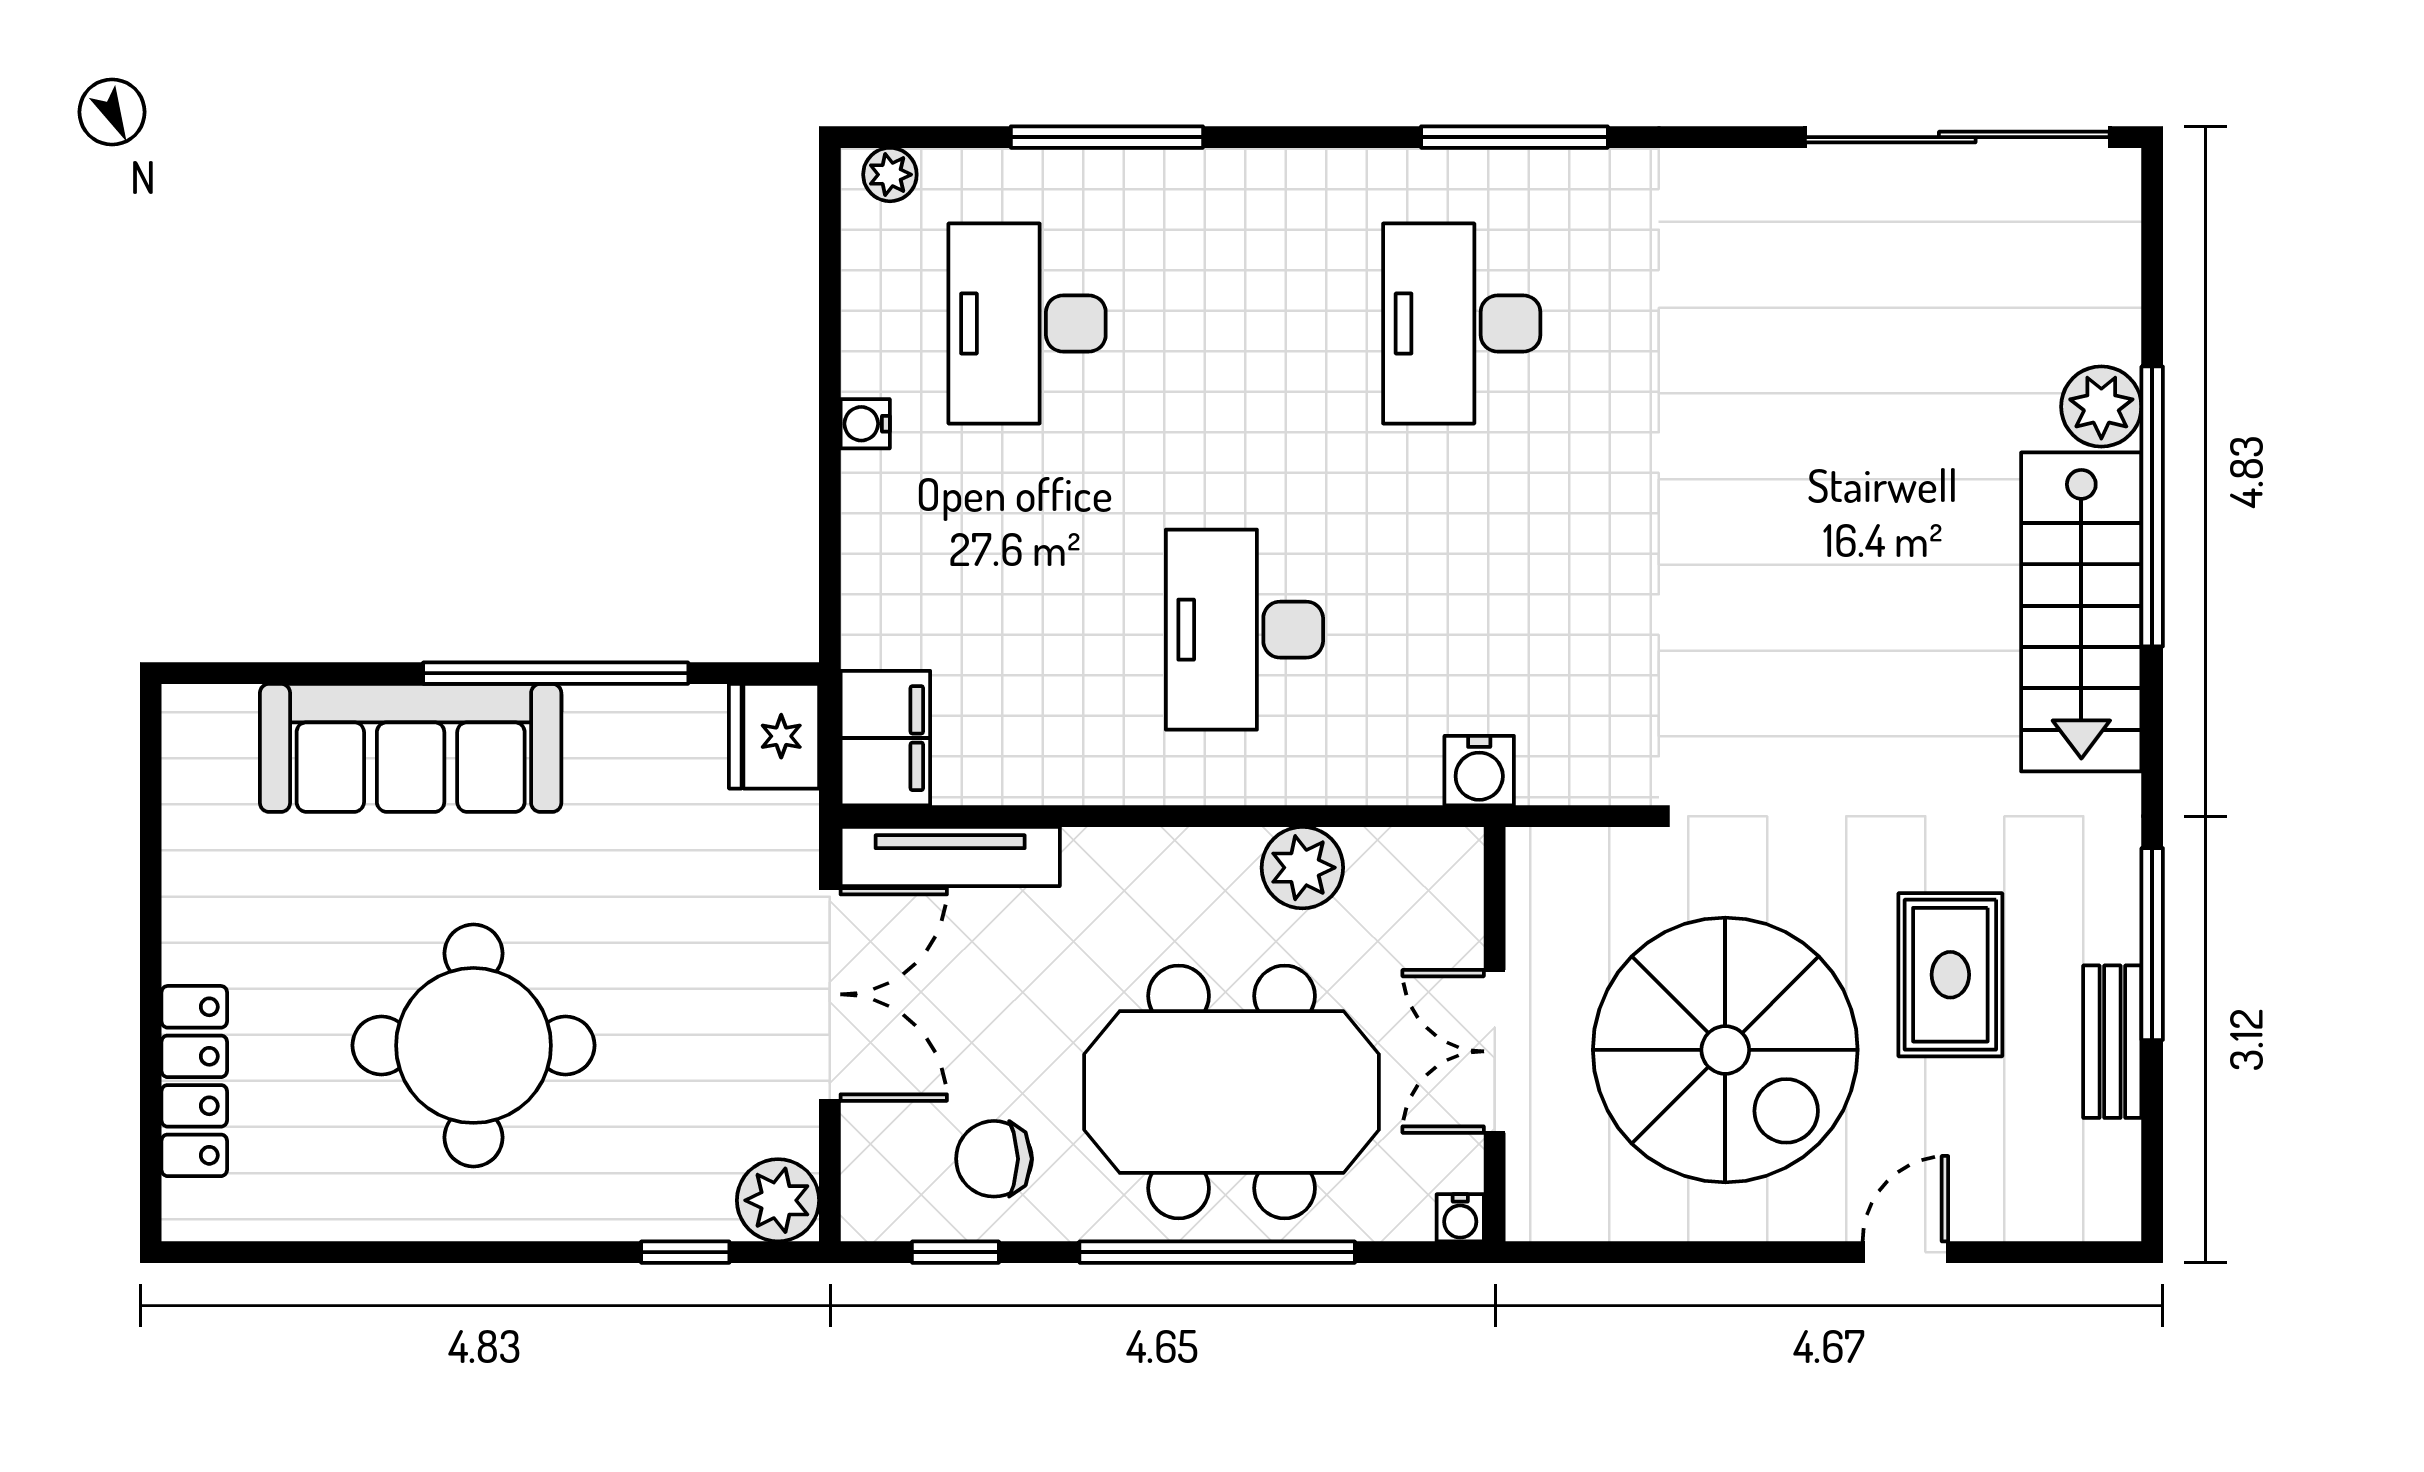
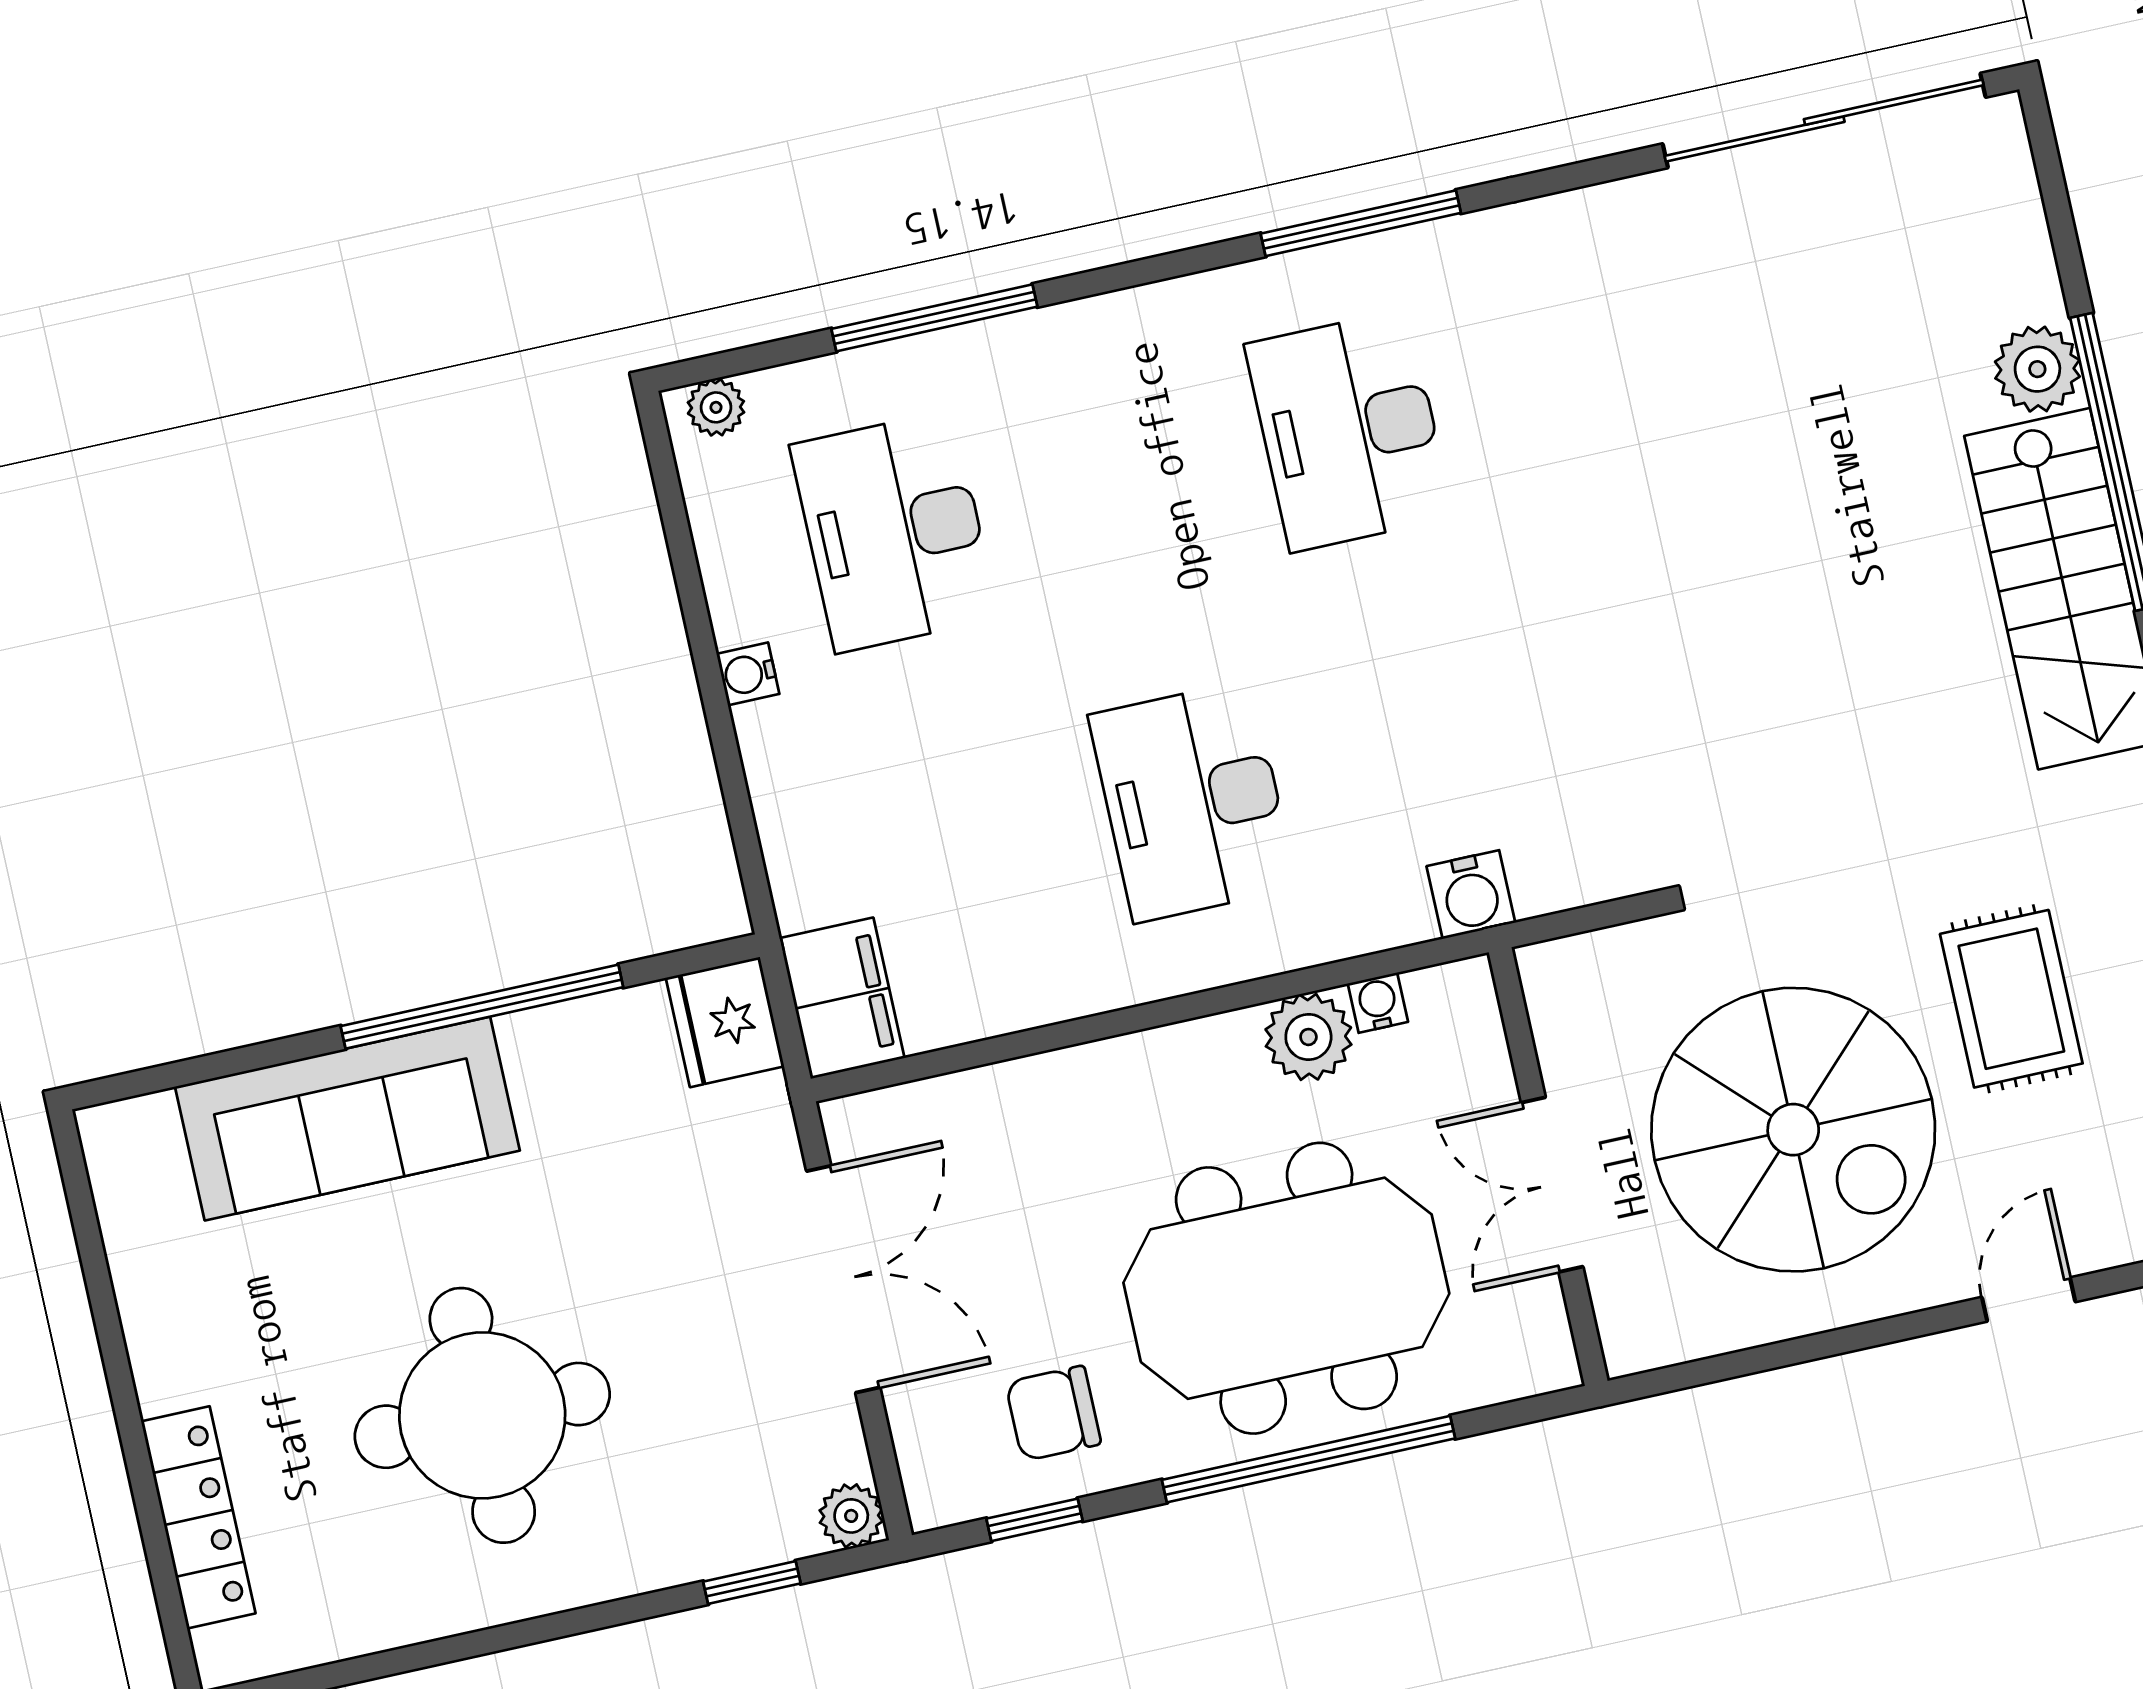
tv unit: (950, 857) -> (937, 1107), removed
plant: (778, 1200) -> (851, 1516), width x0.73, depth x0.73
water cooler: (1460, 1218) -> (1378, 1003), moved, turned 180

